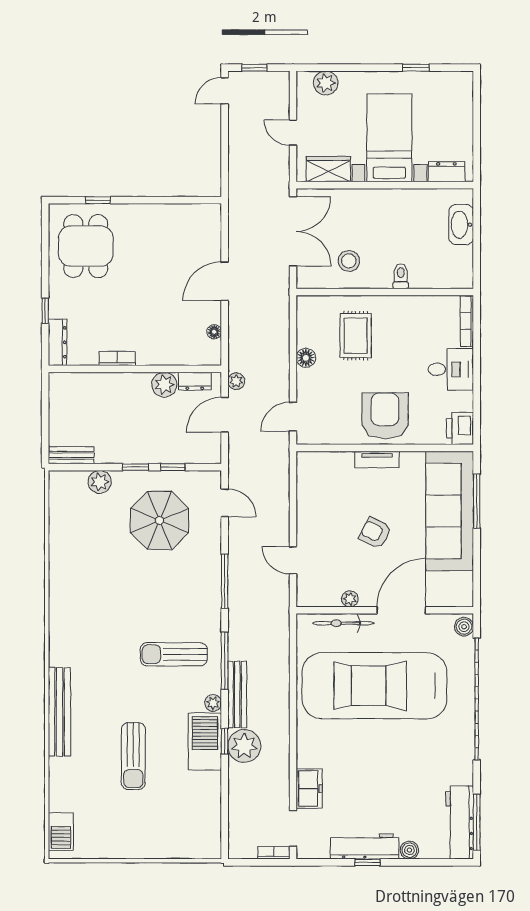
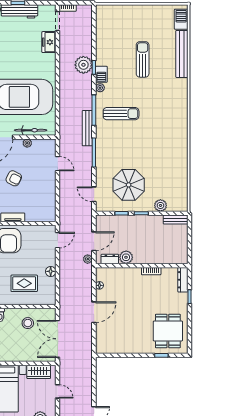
rug: (356, 336) -> (24, 283), turned 90
bench: (237, 695) -> (87, 128), moved
bench: (59, 712) -> (182, 54), moved
barbecue: (205, 742) -> (101, 74), width x0.53, depth x0.65

